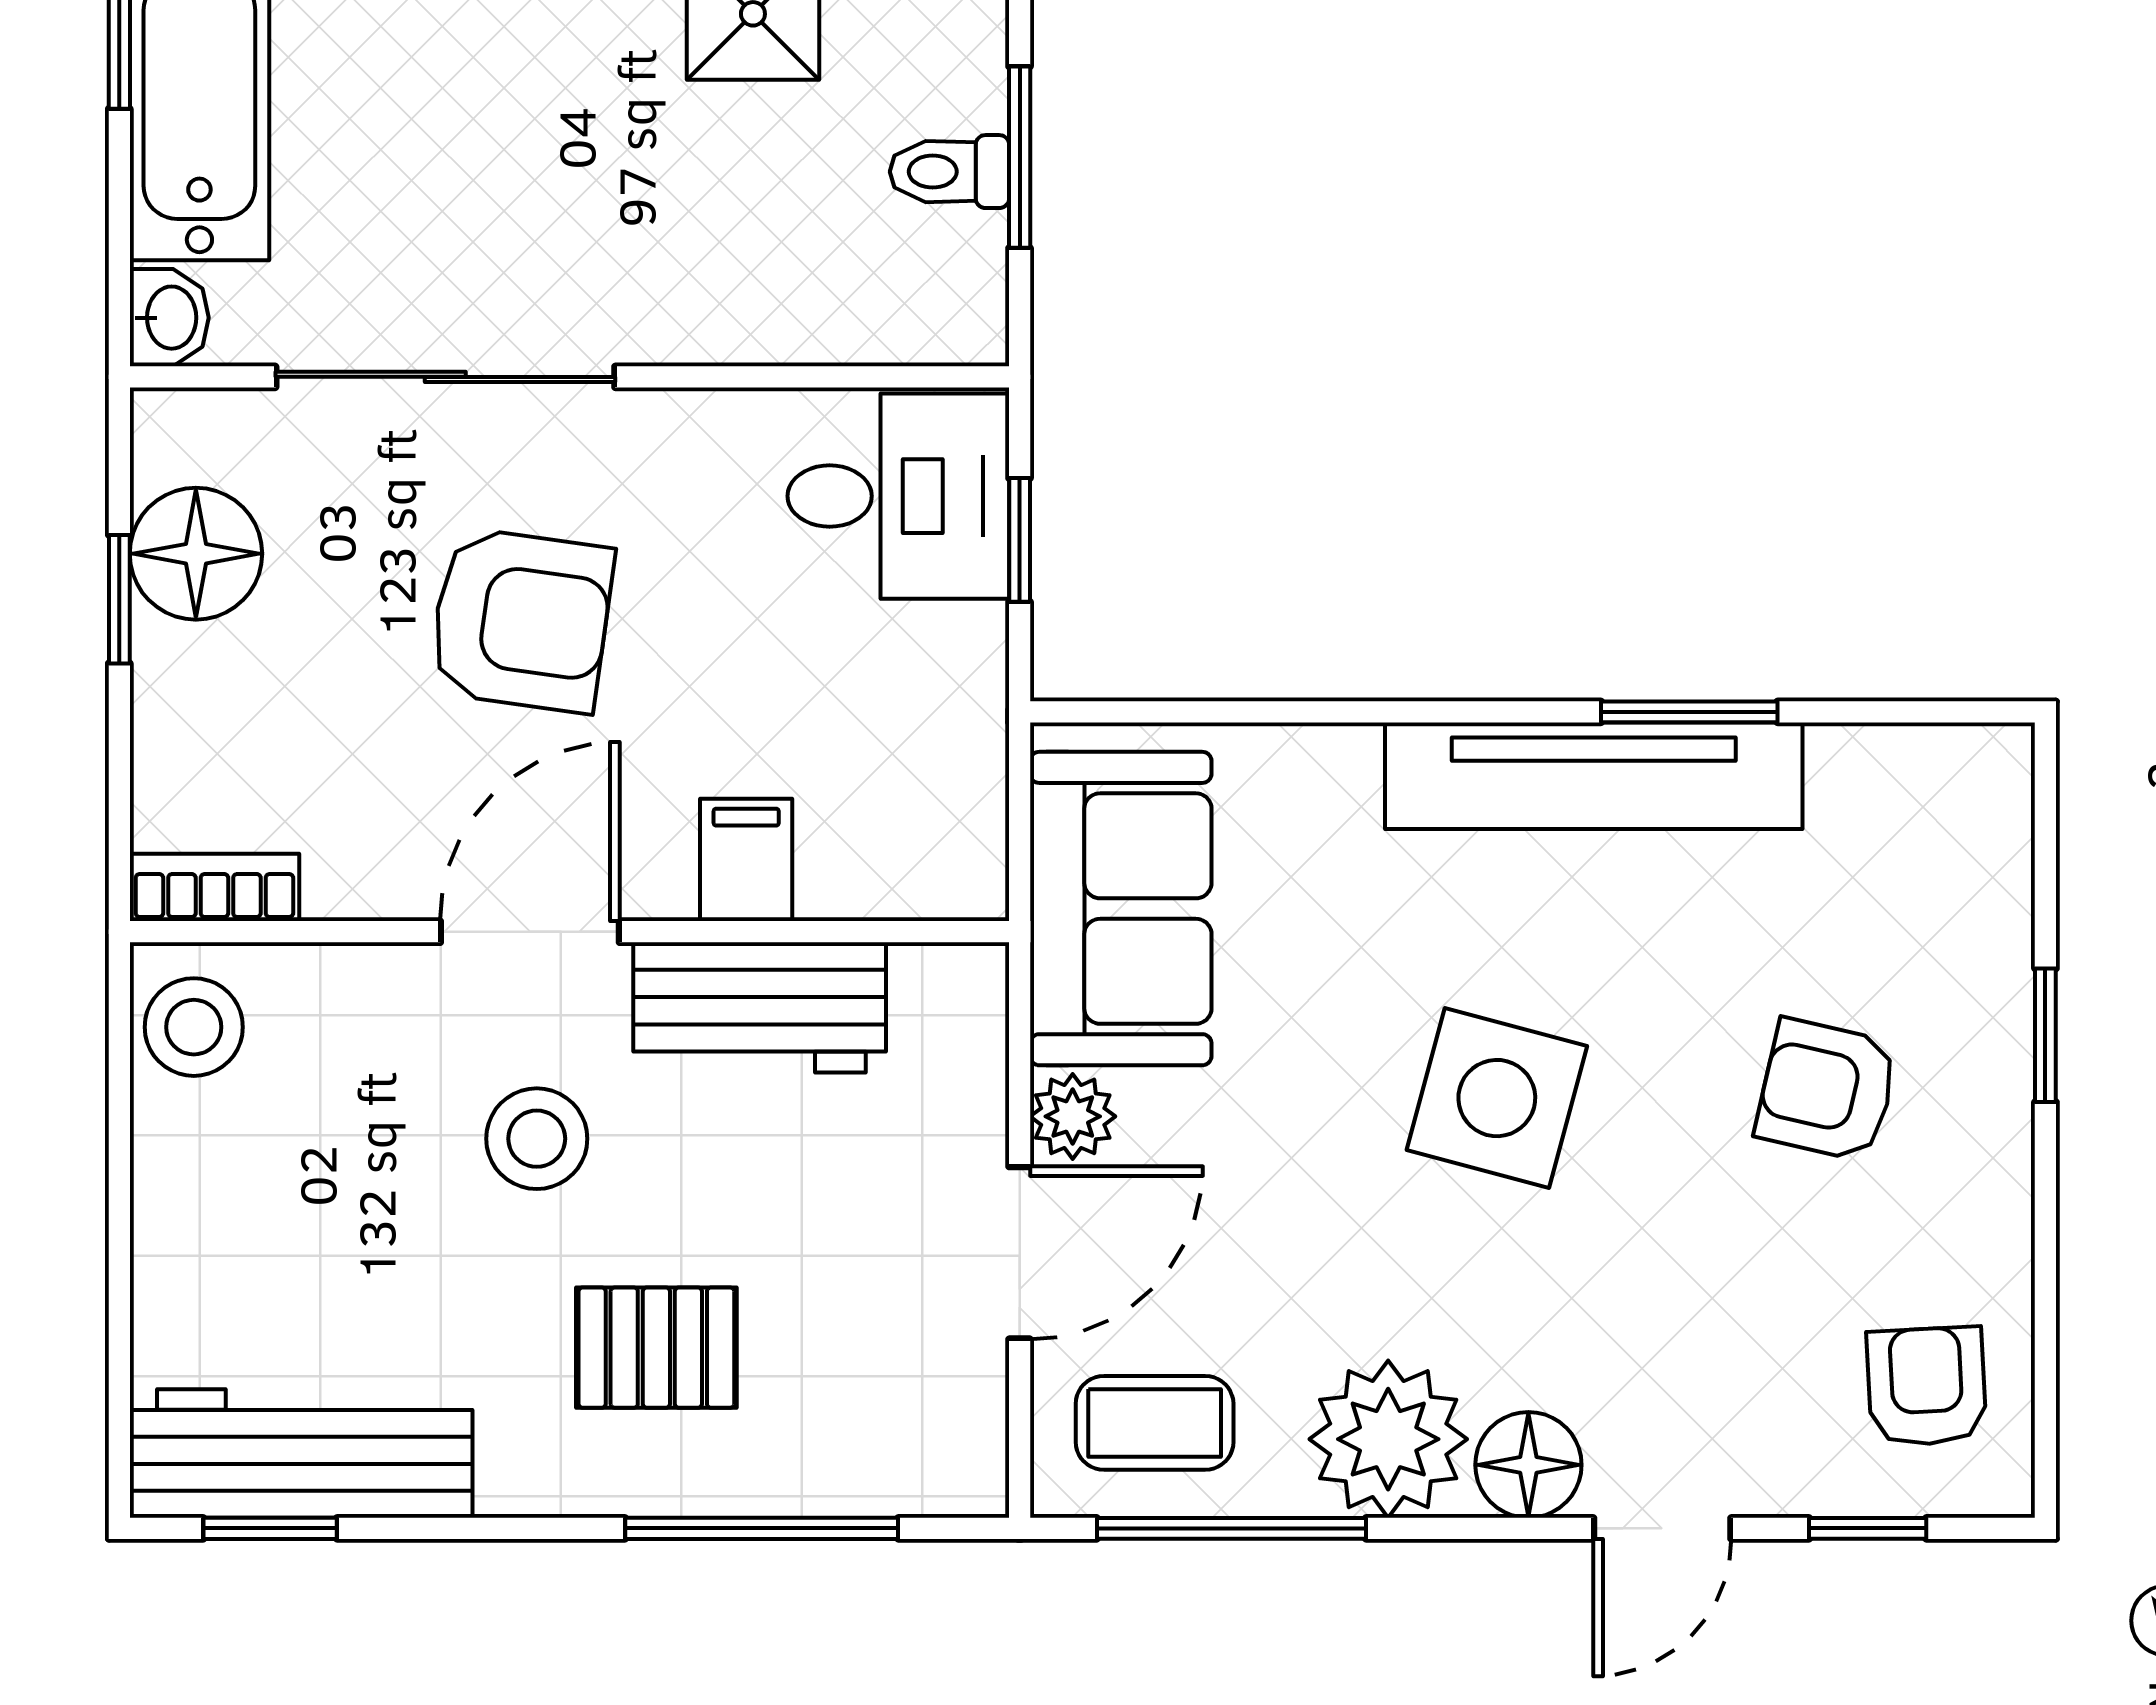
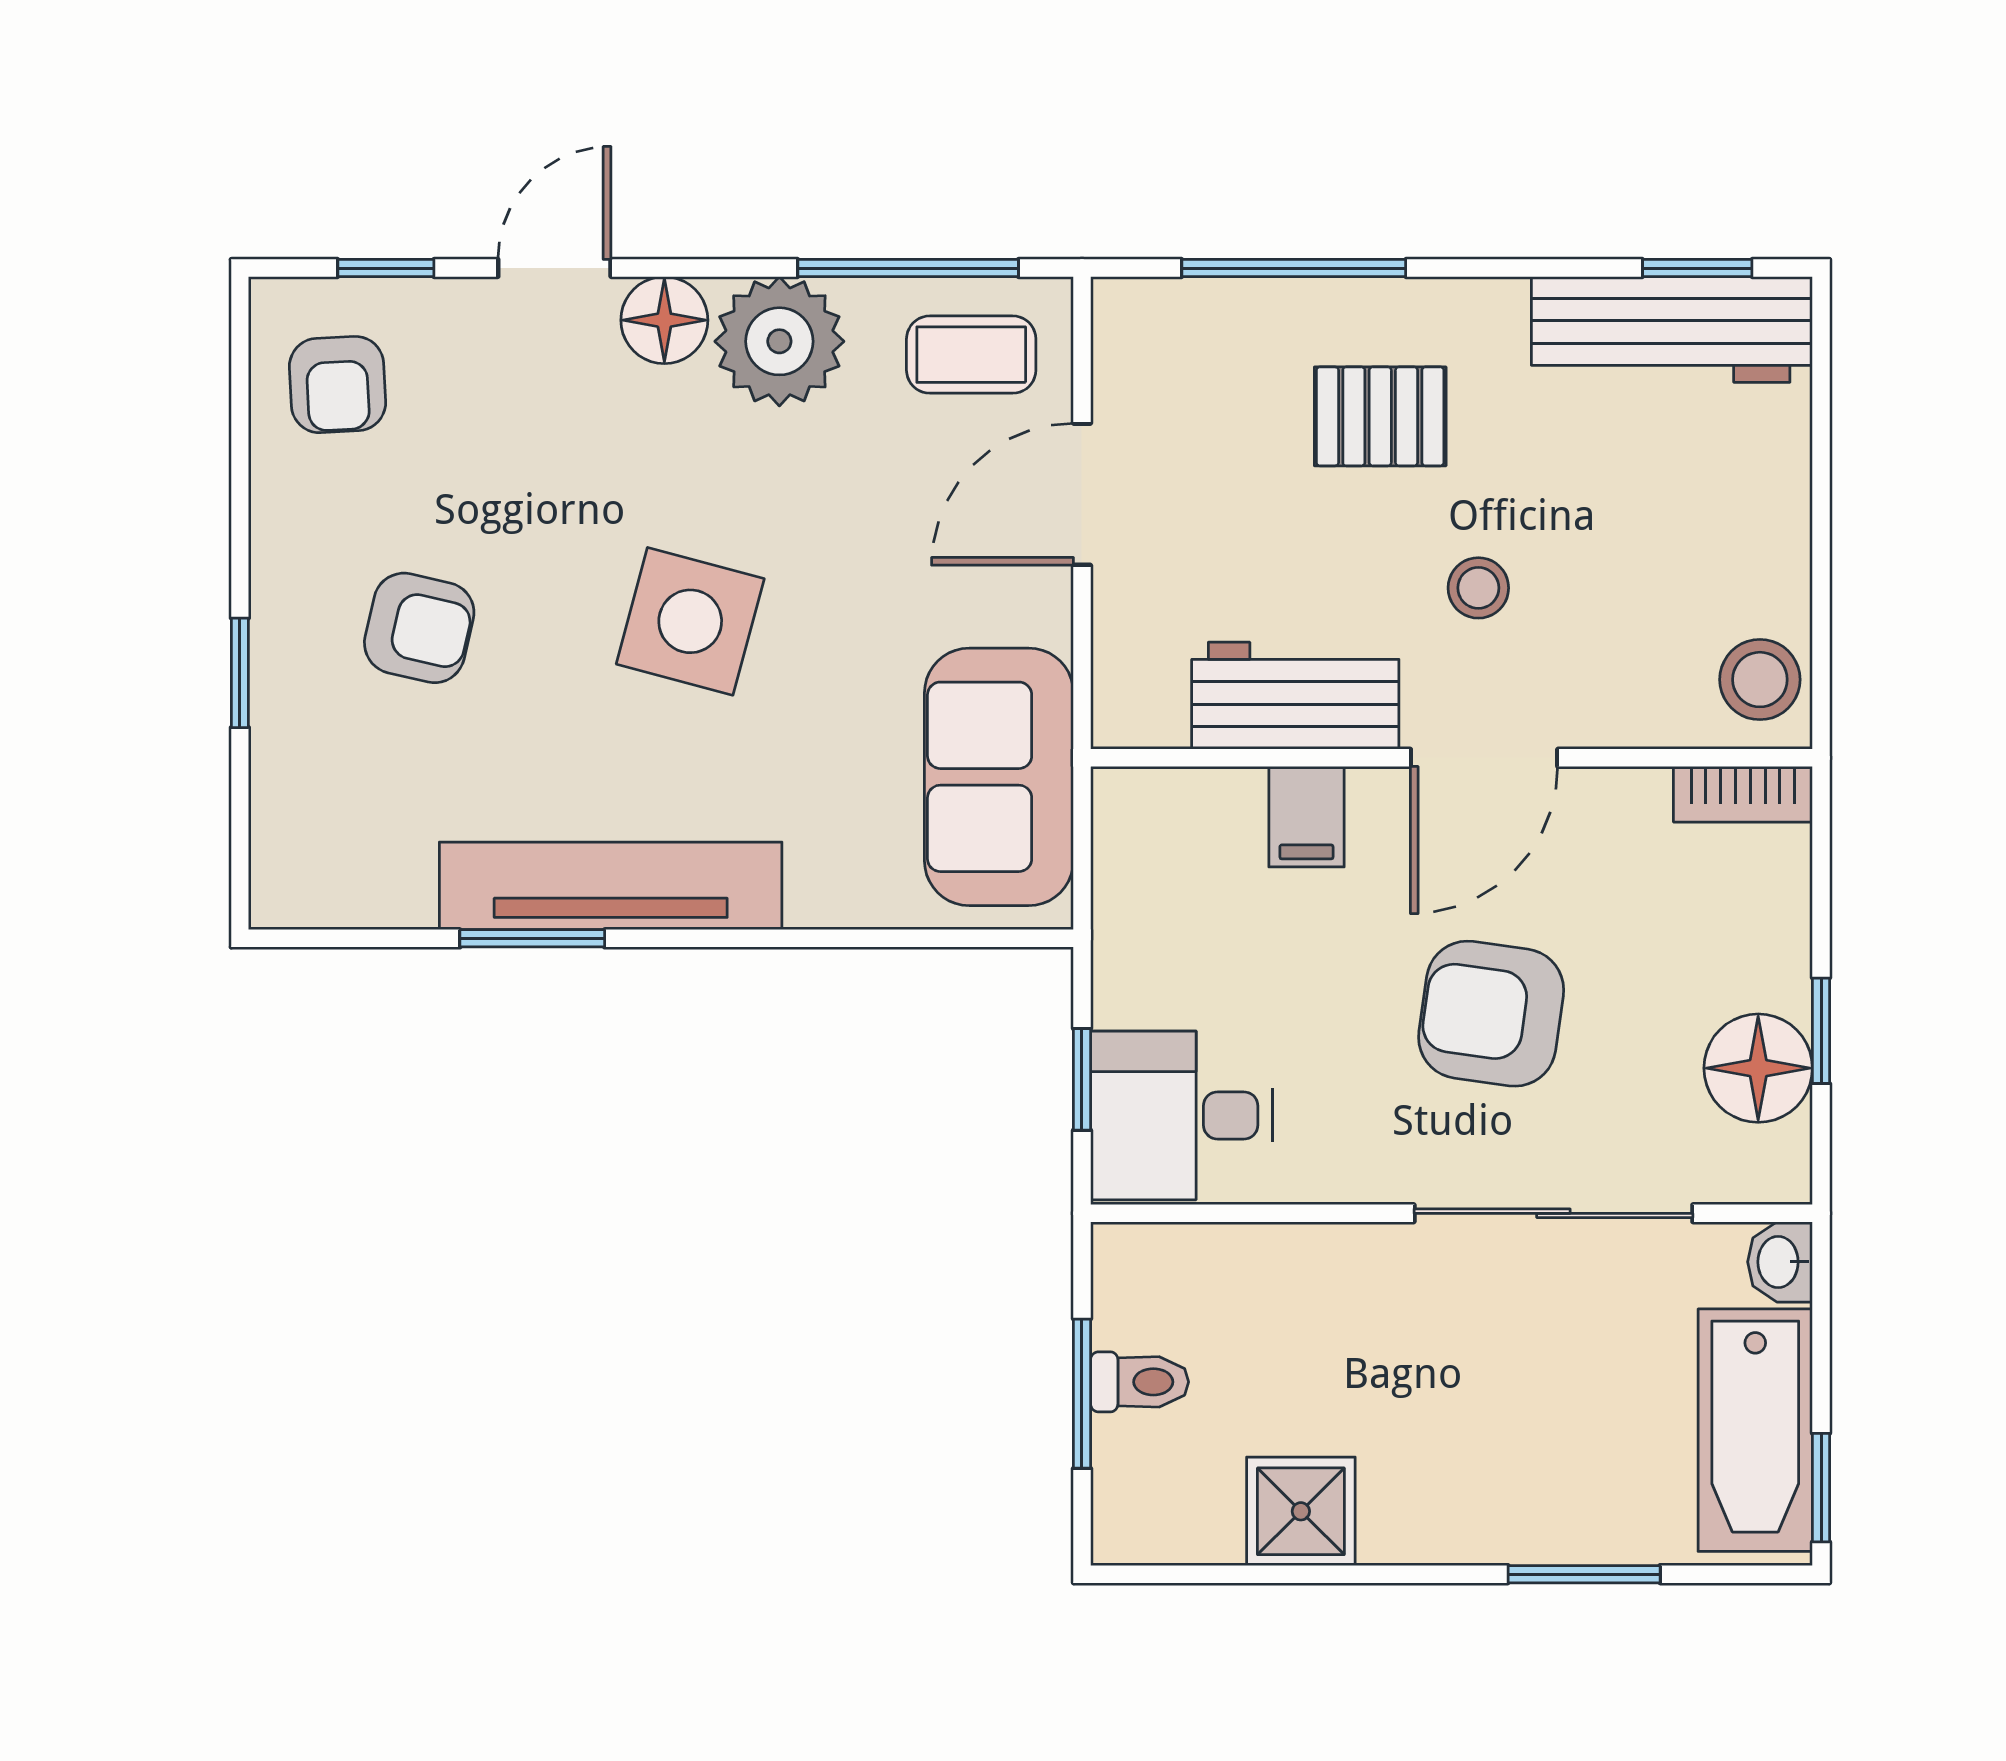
plant: (1073, 1116) -> (1038, 606), removed
stool: (537, 1139) -> (1478, 588), width x0.73, depth x0.73

